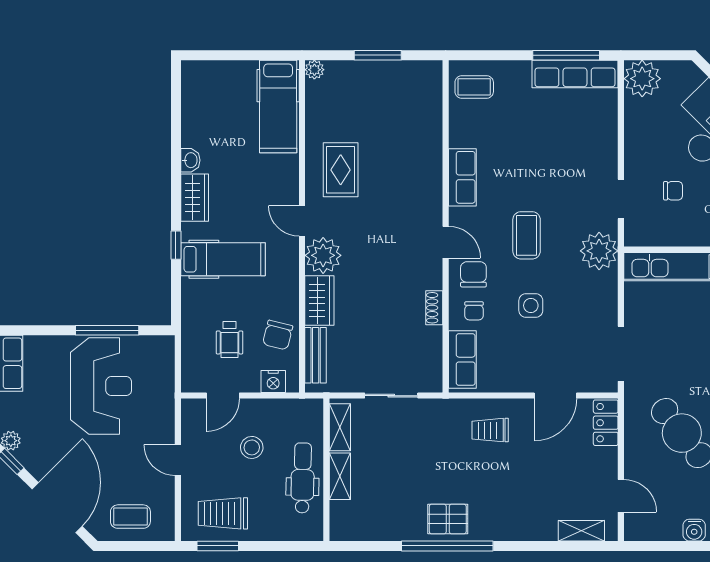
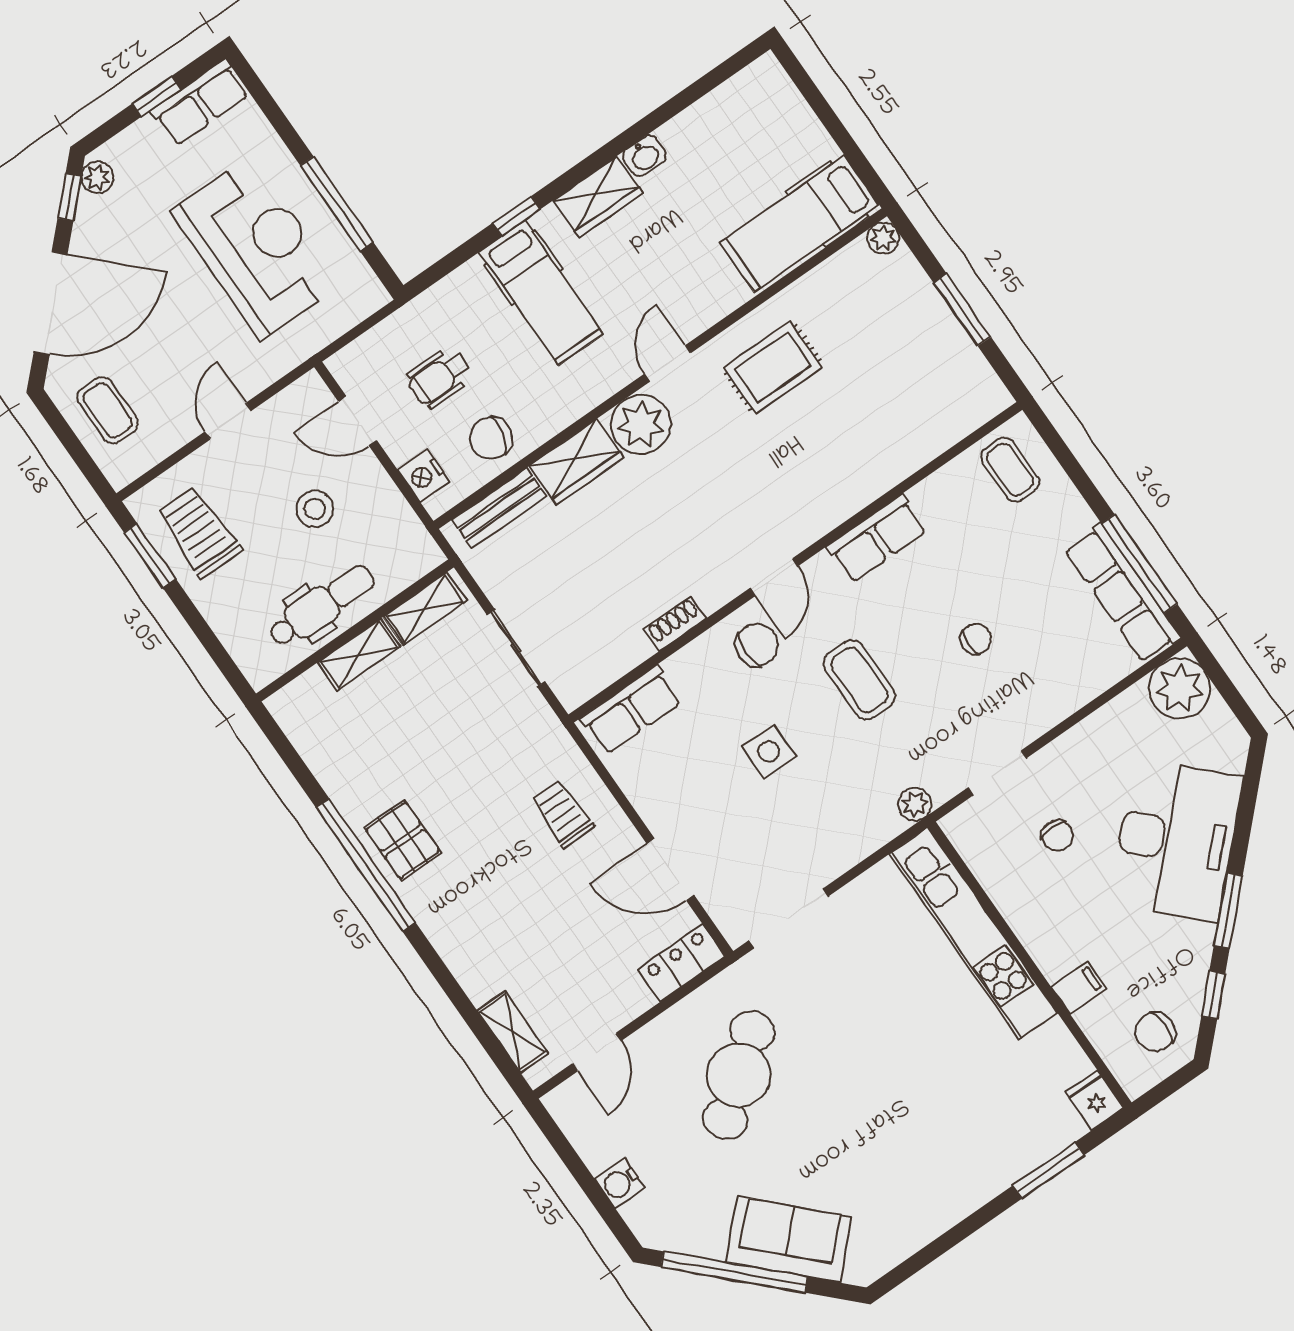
coffee table: (527, 235) -> (859, 680), turned 90
plant: (599, 251) -> (915, 804), width x0.53, depth x0.53
chair: (474, 311) -> (976, 639), moved, turned 180
reception desk: (101, 386) -> (256, 248), turned -90

